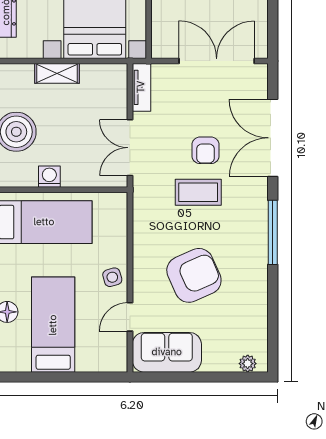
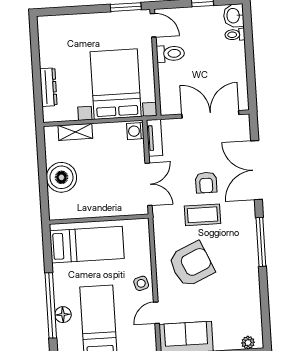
shelving: (57, 73) -> (75, 132), moved
double door: (130, 148) -> (149, 184), swing flipped
washing machine: (49, 177) -> (135, 131), moved, turned -90
armchair: (194, 275) -> (191, 264), moved

